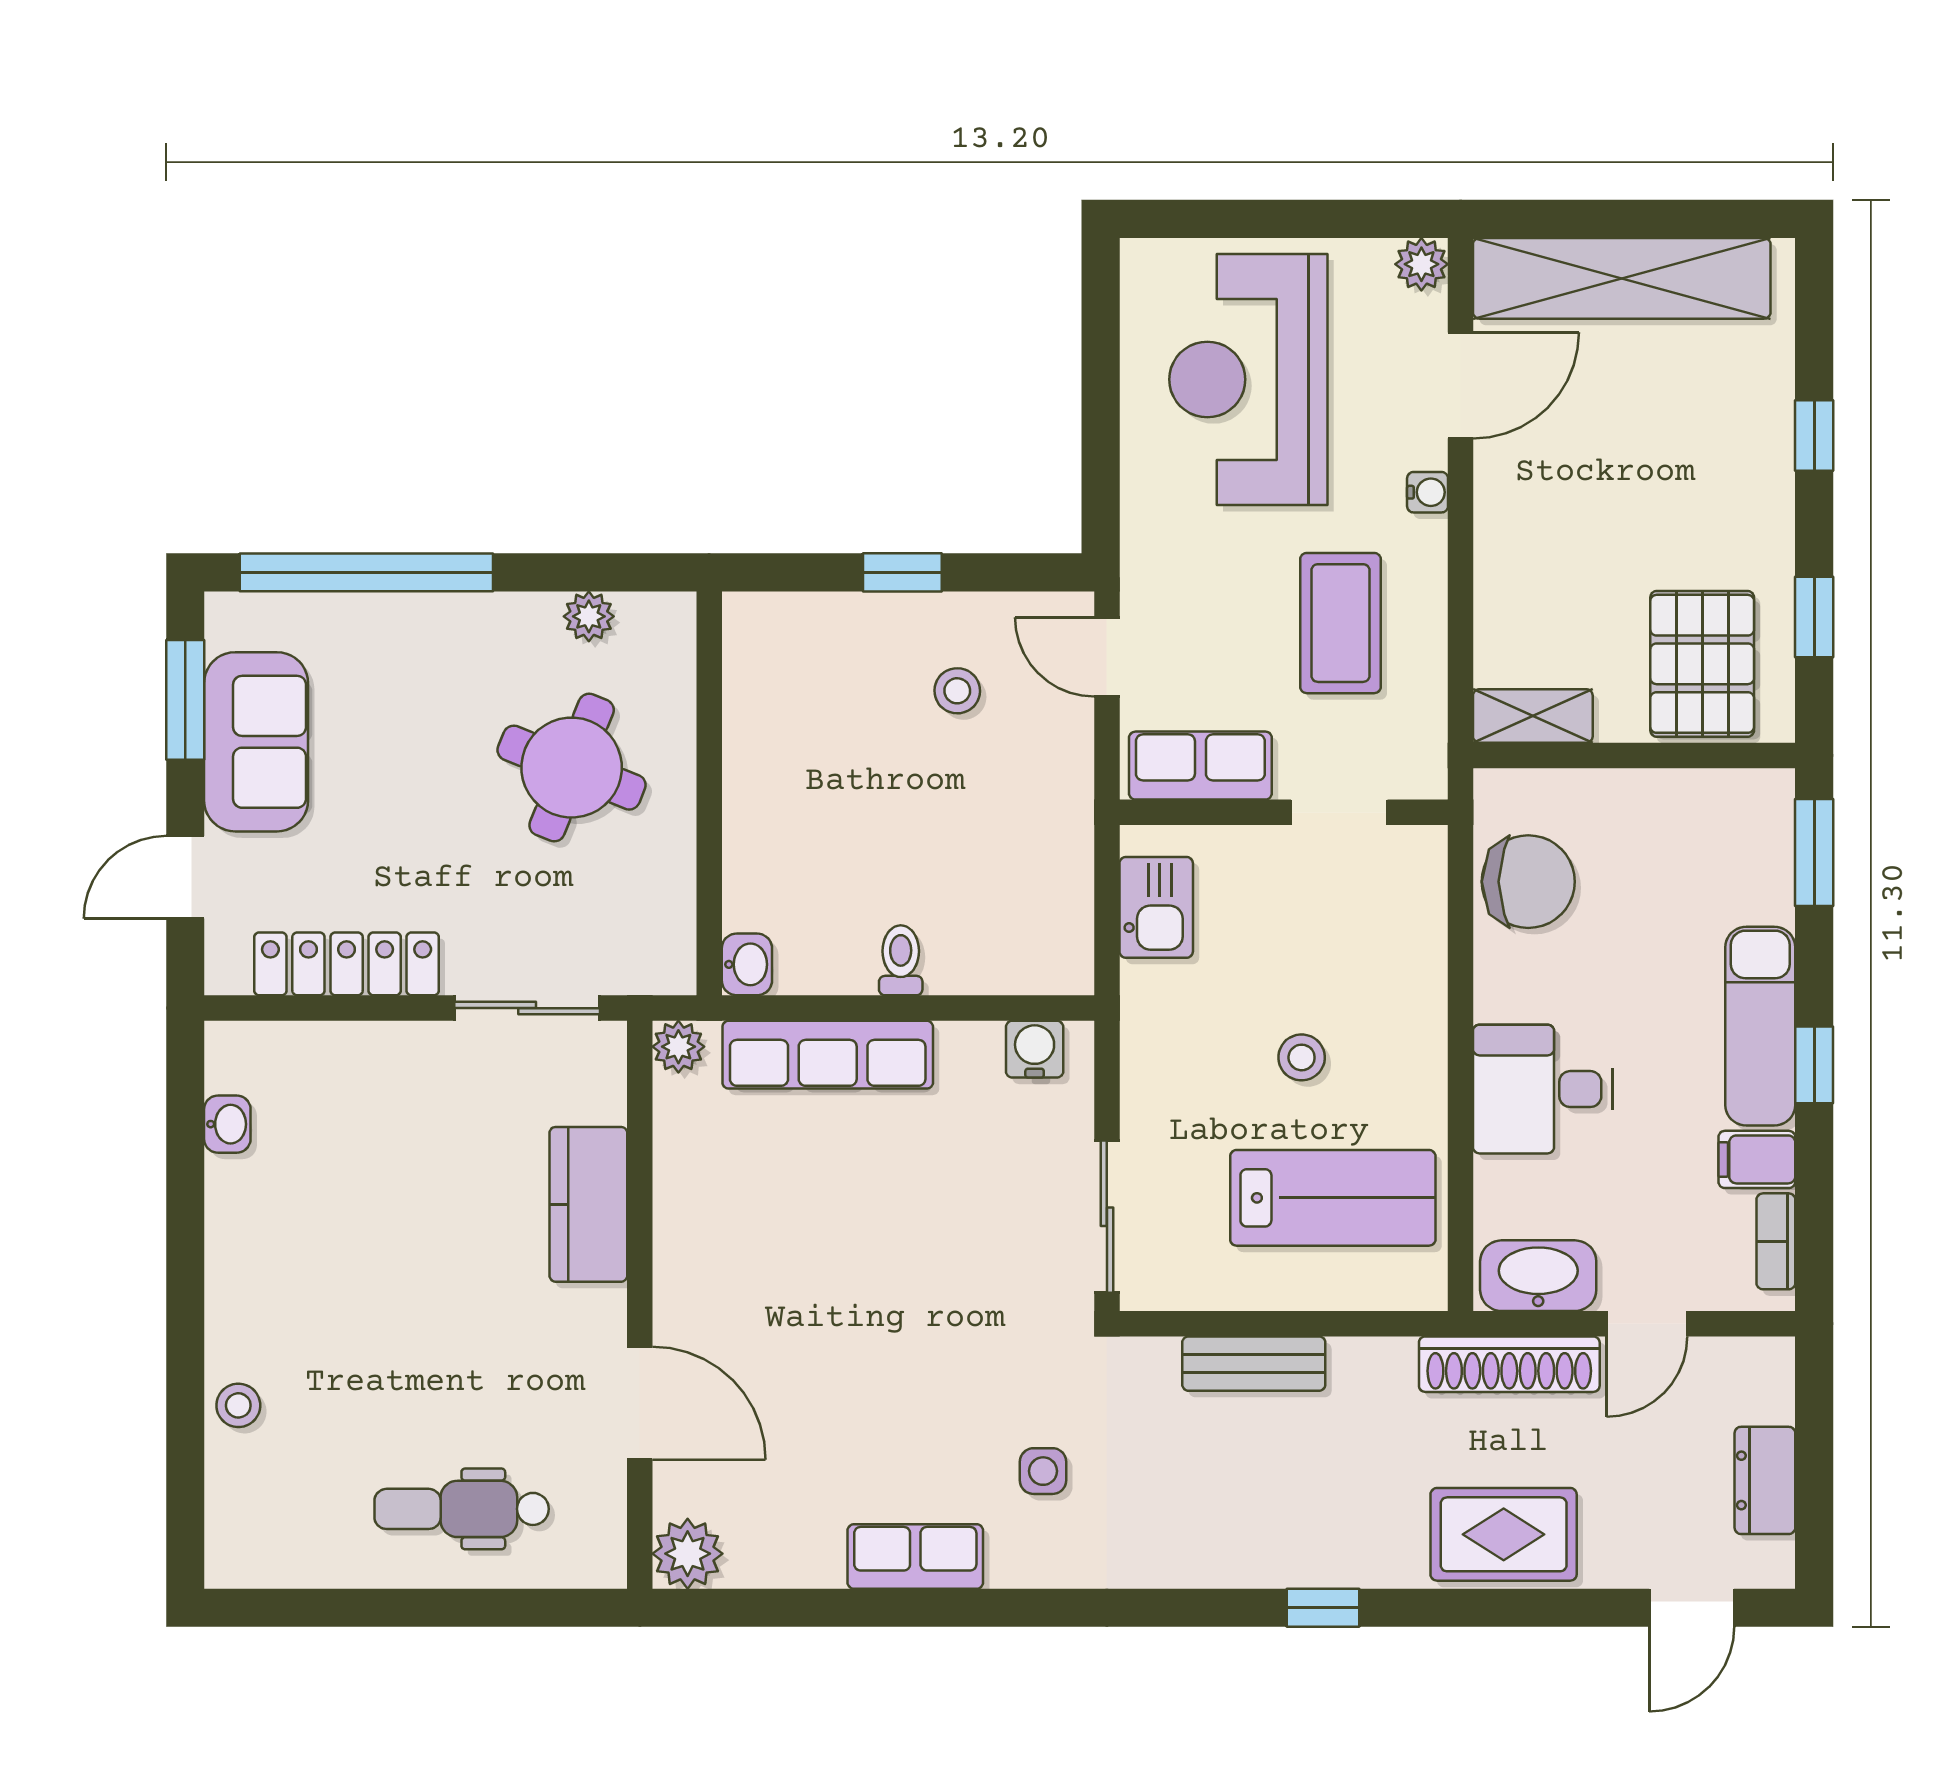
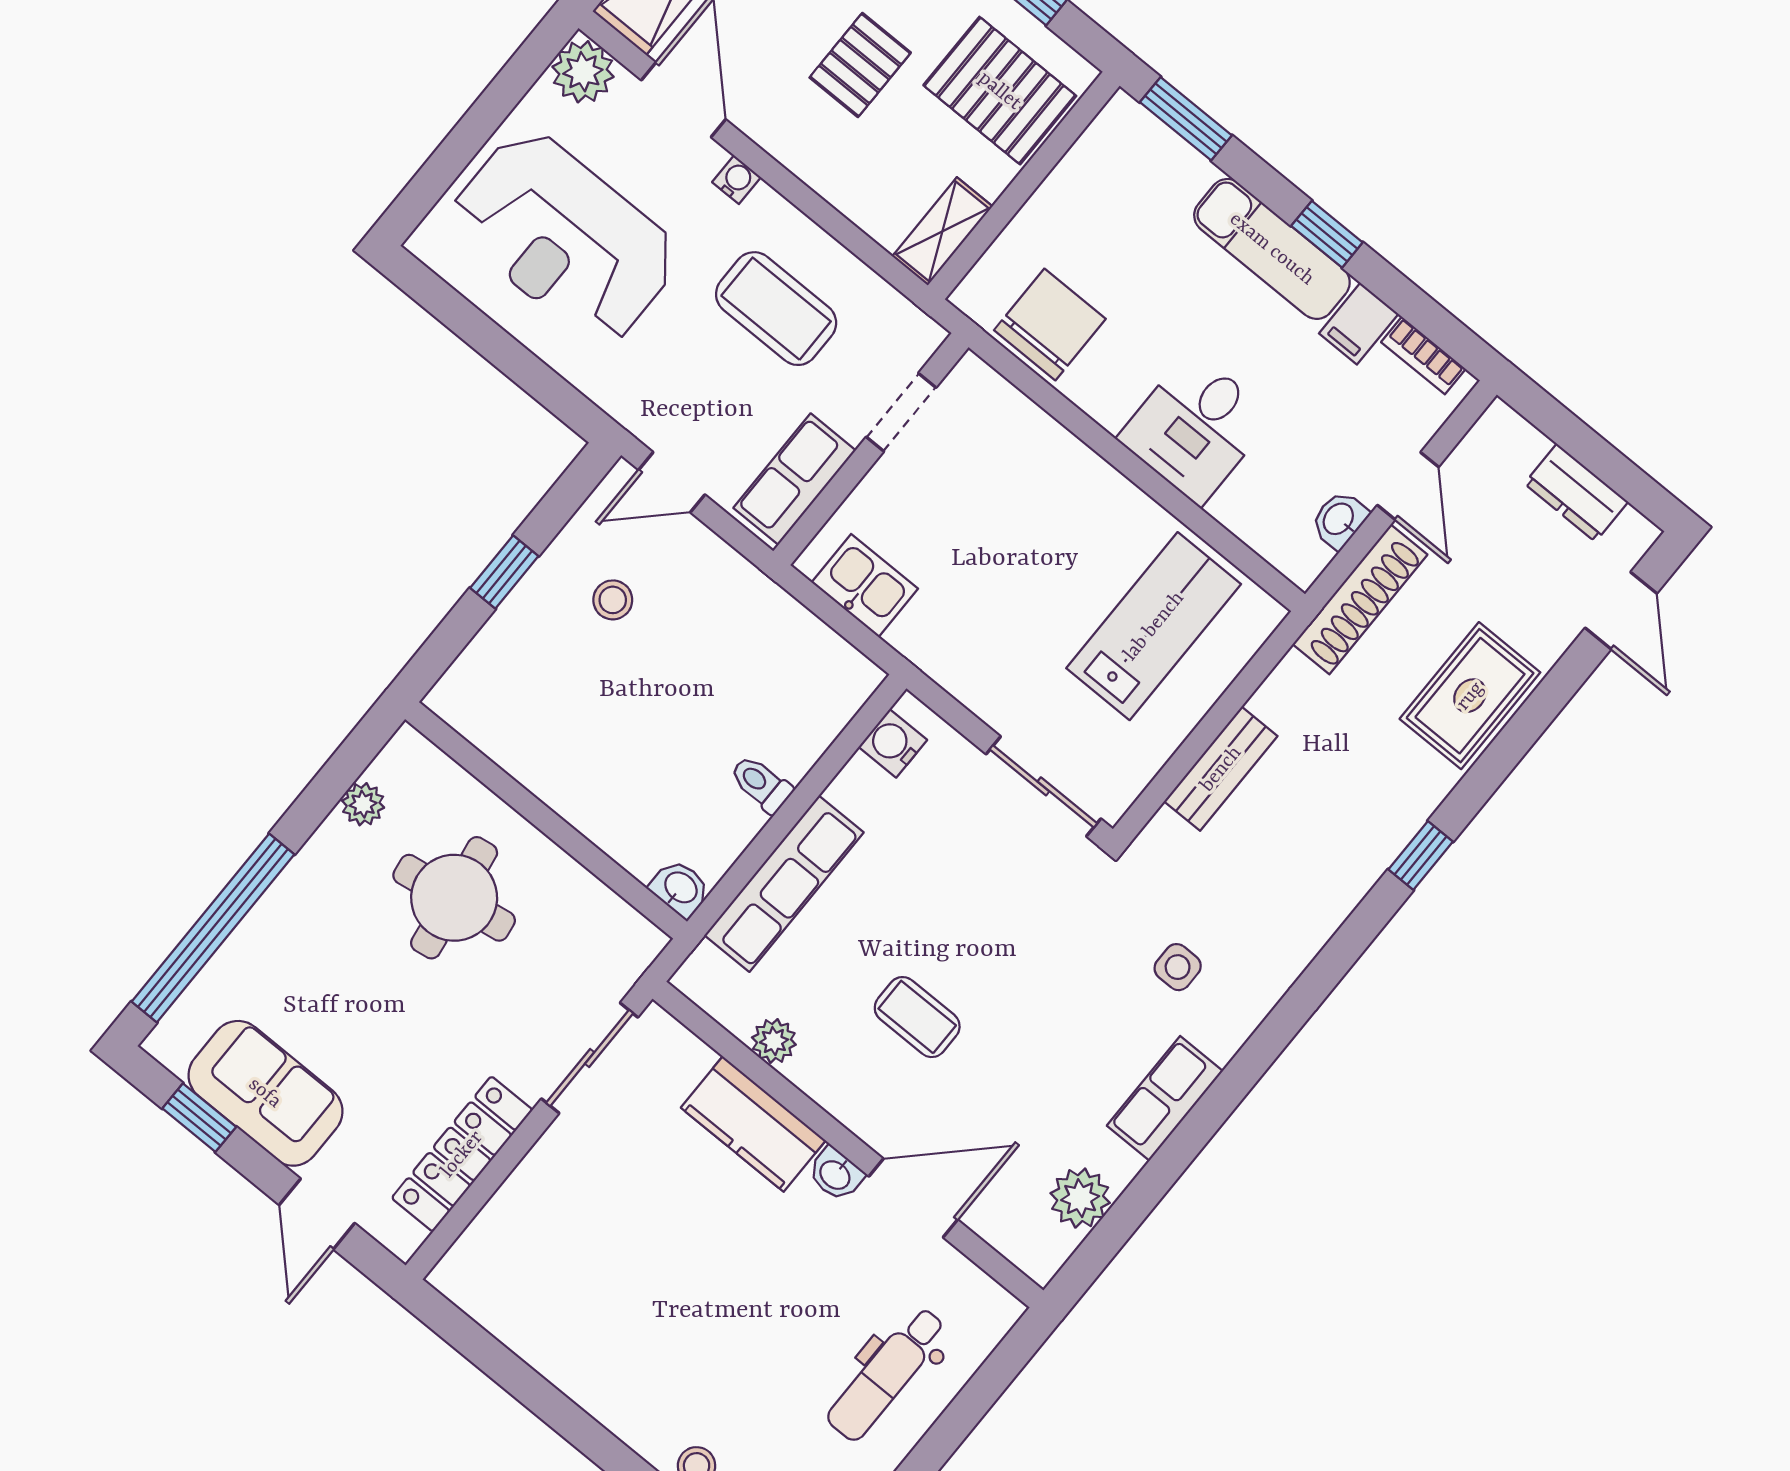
plant: (1421, 264) -> (583, 72), width x1.38, depth x1.38
pallet: (1622, 519) -> (860, 65), added
window: (185, 700) -> (199, 1118), width x0.67
round table: (572, 768) -> (454, 898), turned -31
plant: (678, 1047) -> (774, 1041), moved
stool: (1302, 1057) -> (1043, 571), removed
washbasin: (227, 1124) -> (836, 1174), moved, turned 180
coffee table: (806, 1273) -> (917, 1017), added
washbasin: (1538, 1276) -> (1339, 520), width x0.52, depth x0.69
plant: (688, 1554) -> (1080, 1198), moved

